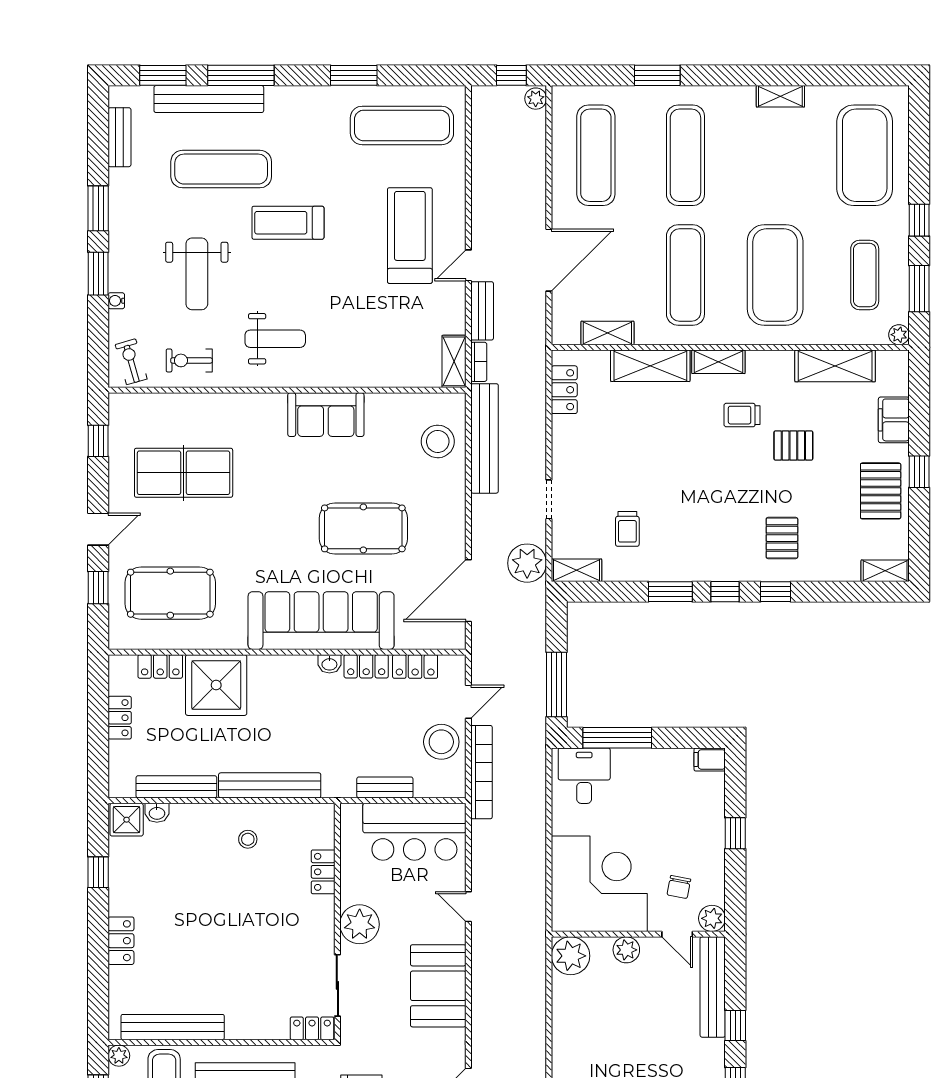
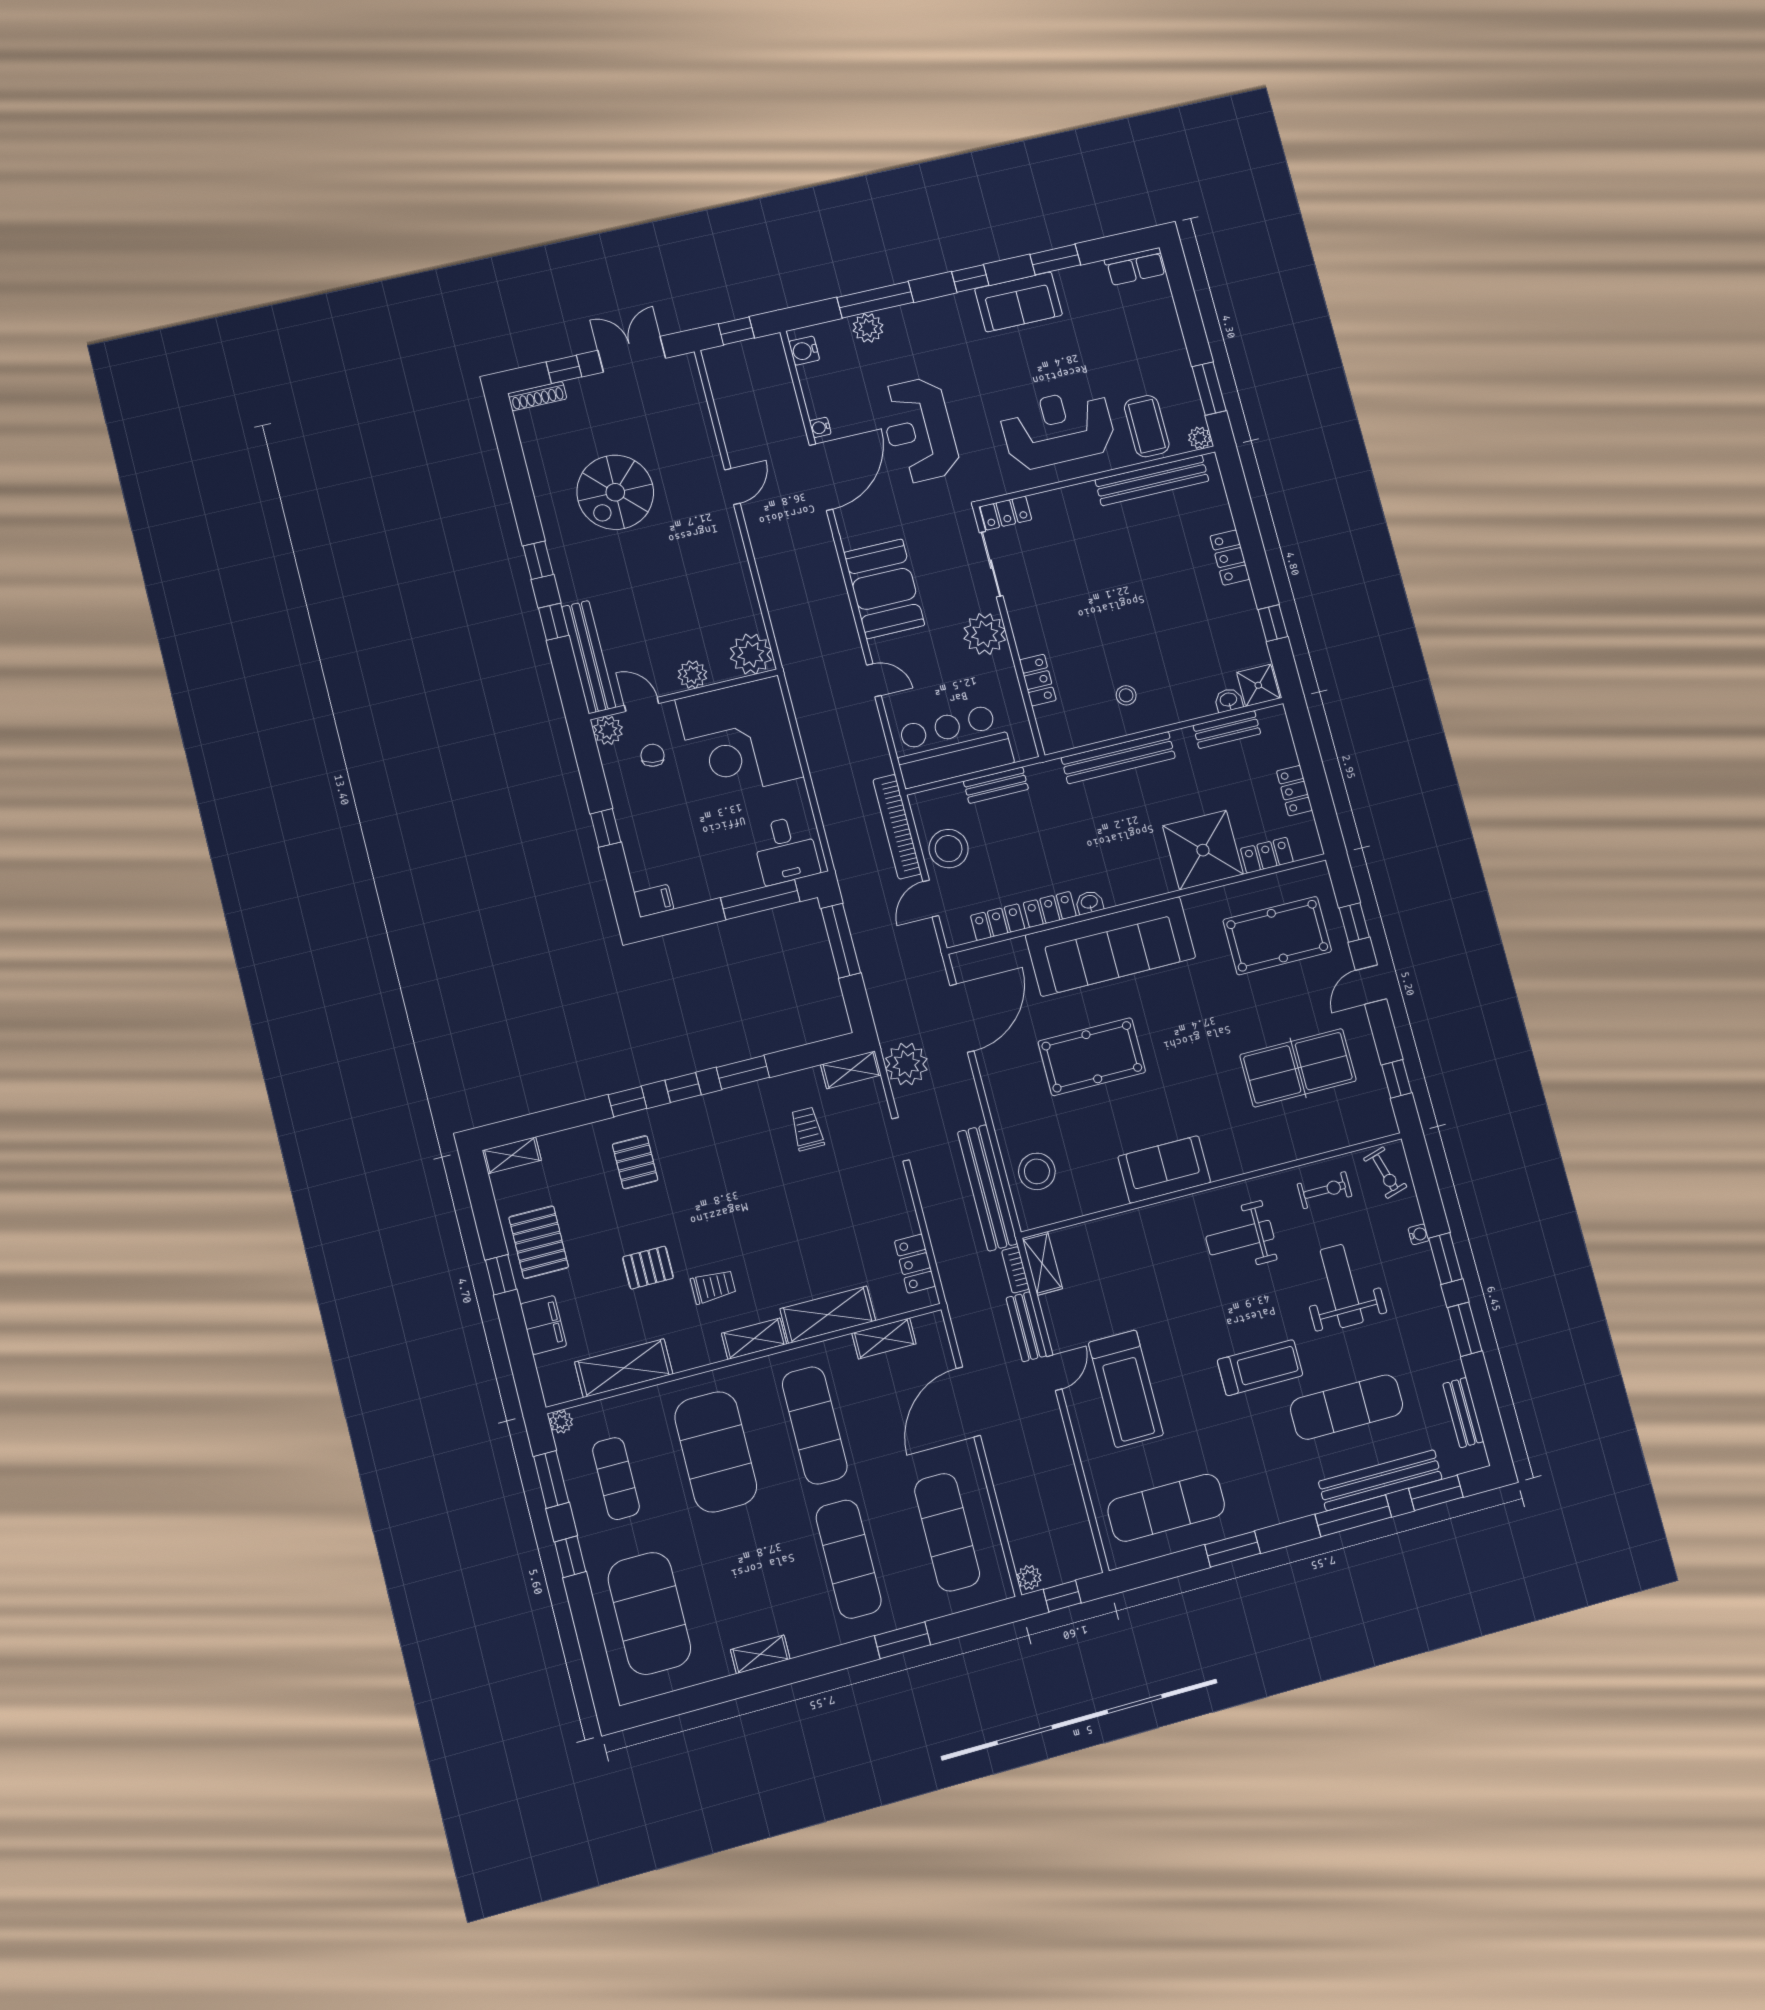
bench: (176, 787) -> (1227, 730), width x0.73

